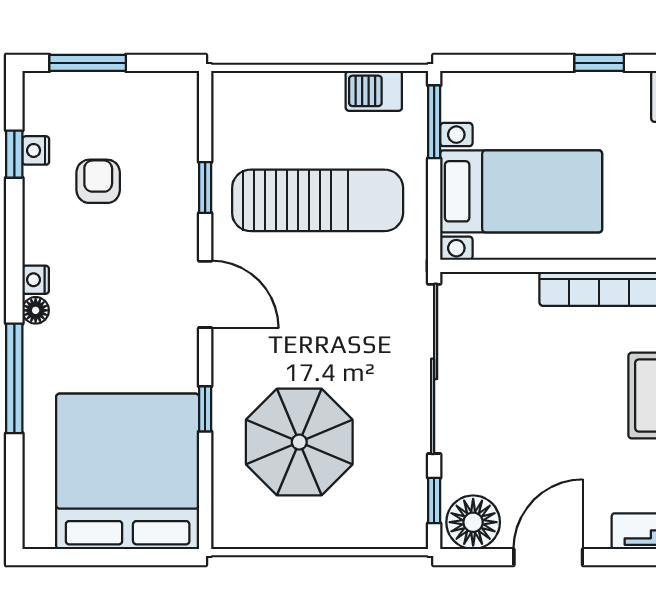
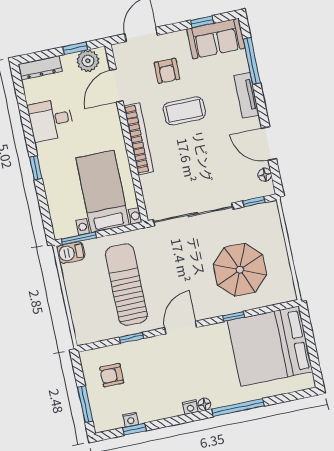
barbecue: (374, 91) -> (71, 253), moved, turned 90
armchair: (98, 181) -> (112, 375), moved
floor lamp: (473, 522) -> (265, 175), width x0.53, depth x0.53

